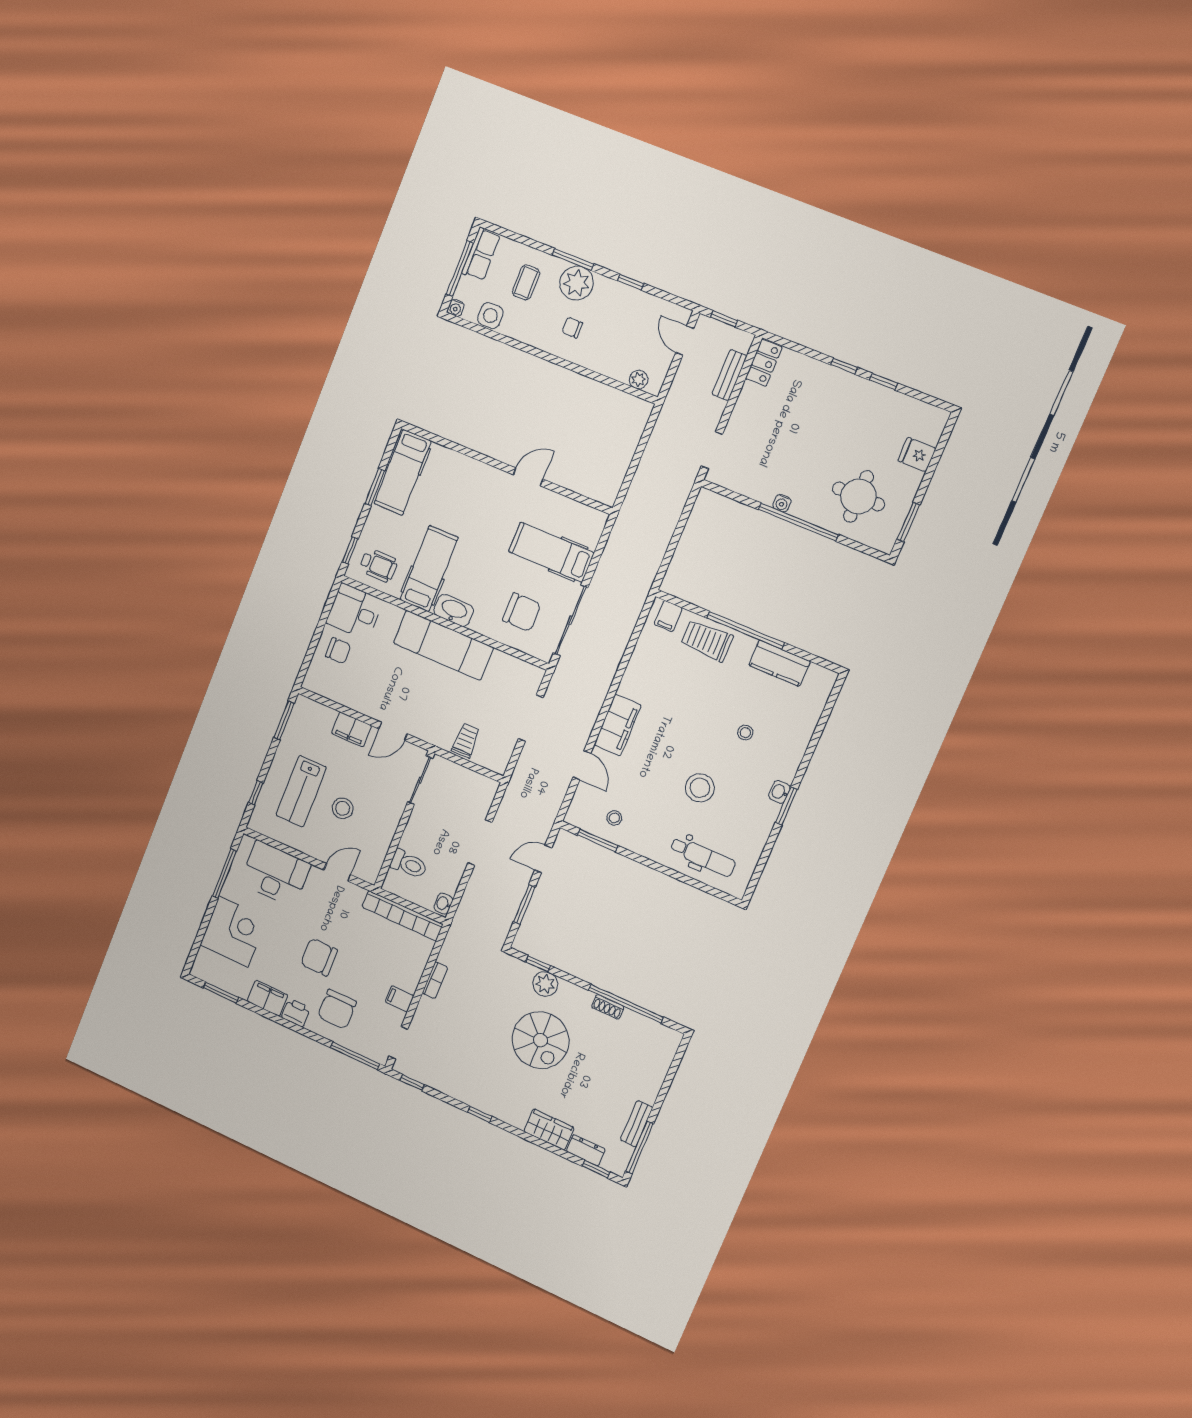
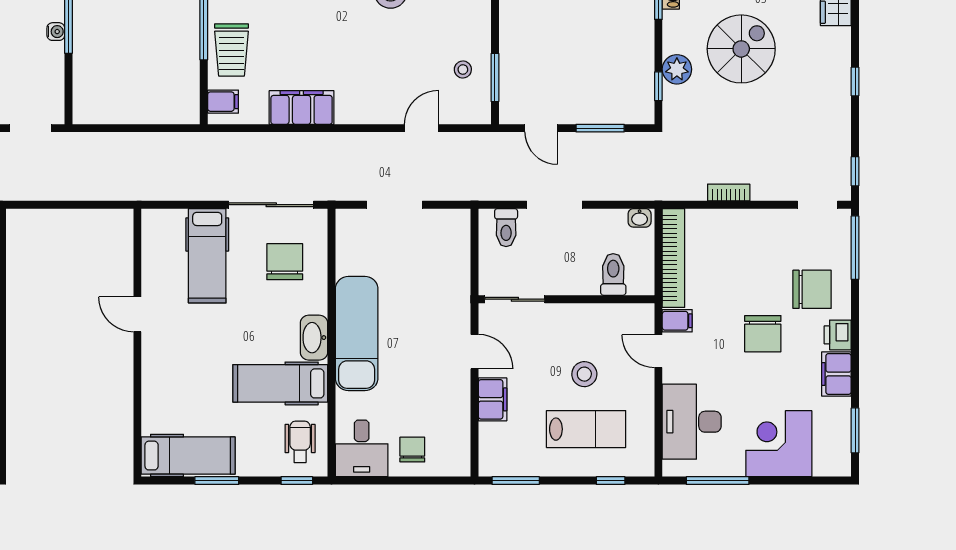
filing cabinet: (618, 725) -> (302, 107), moved
trolley: (466, 741) -> (450, 266), removed
toilet: (478, 798) -> (506, 228), added
filing cabinet: (400, 999) -> (677, 321), moved, turned -90

